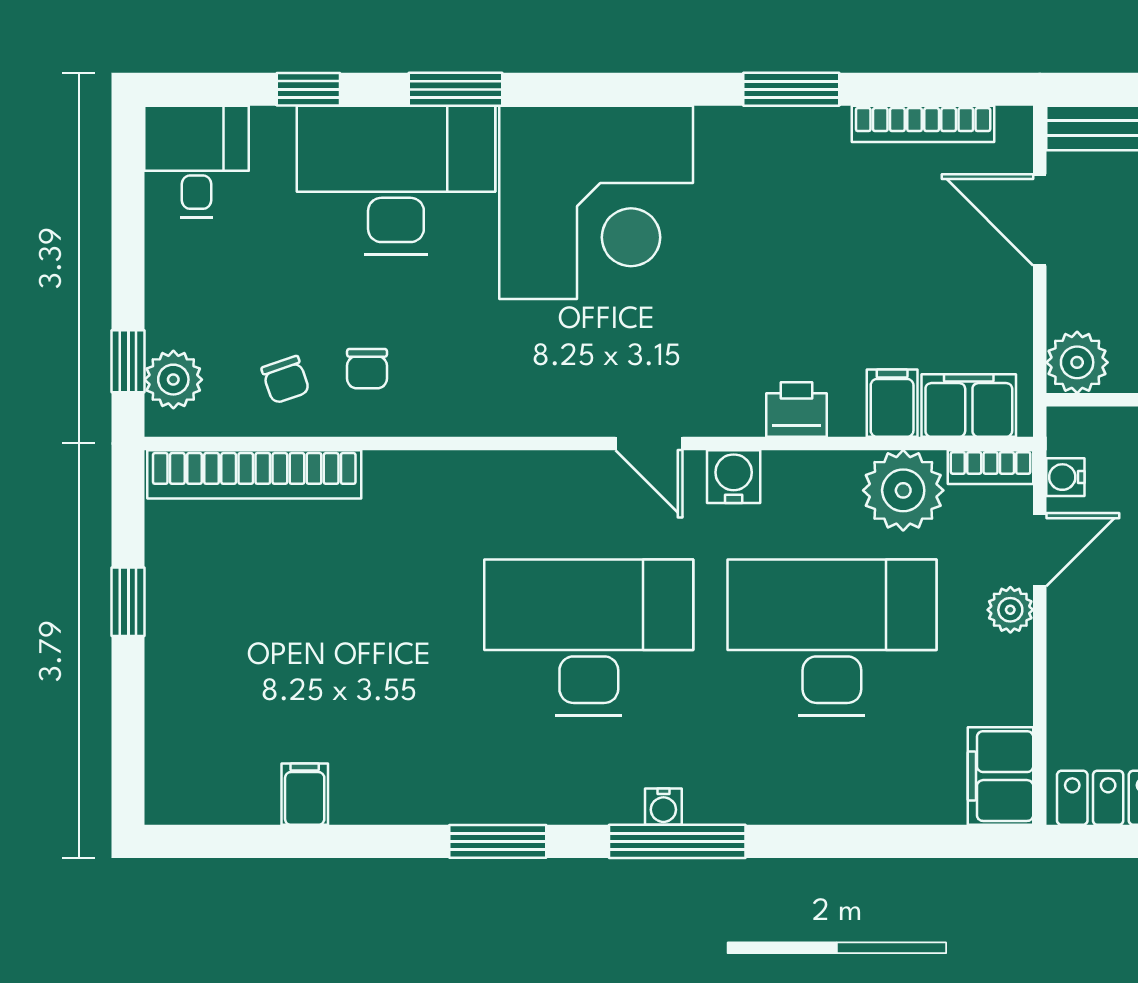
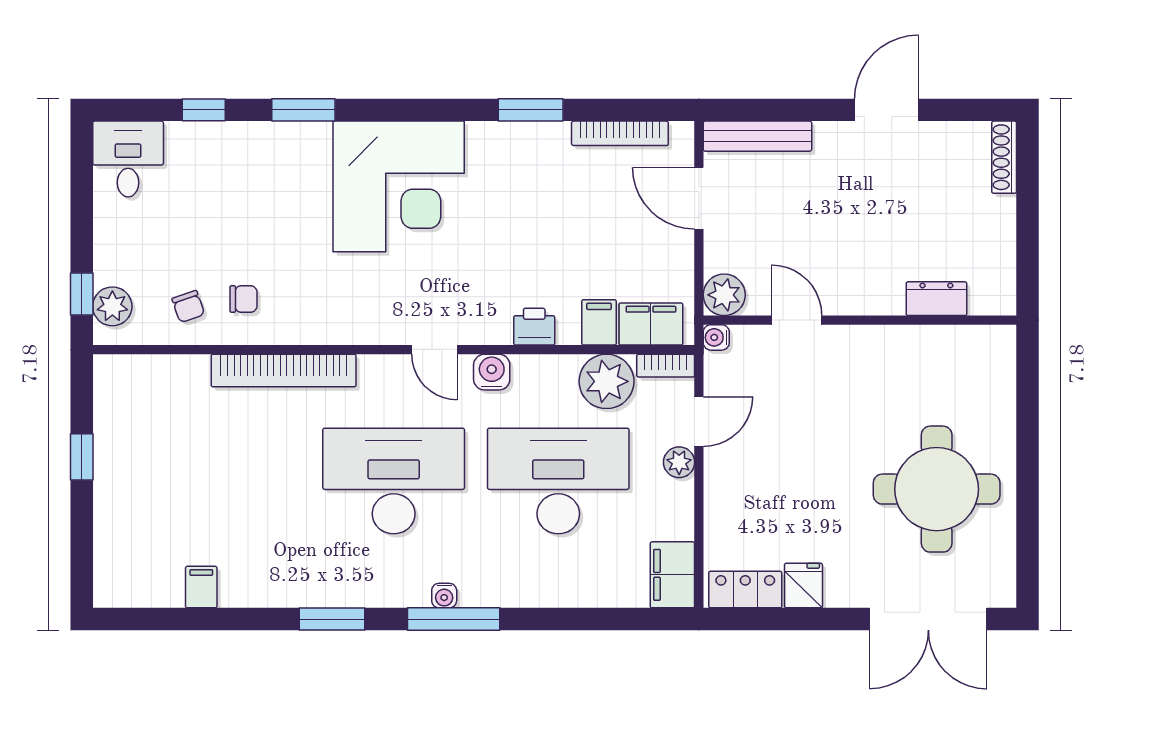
desk: (396, 180) -> (263, 171), removed
chair: (367, 369) -> (243, 299), turned -90
bookcase: (254, 474) -> (284, 371), moved
water cooler: (1065, 477) -> (716, 337), moved

